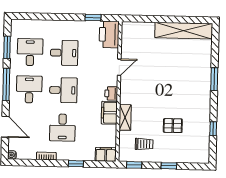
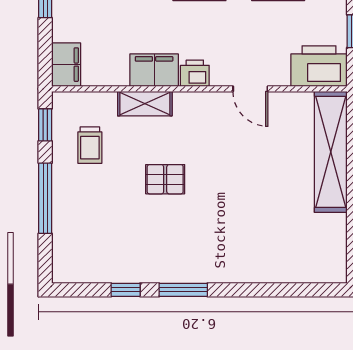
shelving: (184, 31) -> (331, 152), moved
window: (214, 79) -> (183, 290), moved
pallet: (173, 126) -> (165, 179), moved, turned 90
window: (169, 166) -> (45, 198), width x2.17

